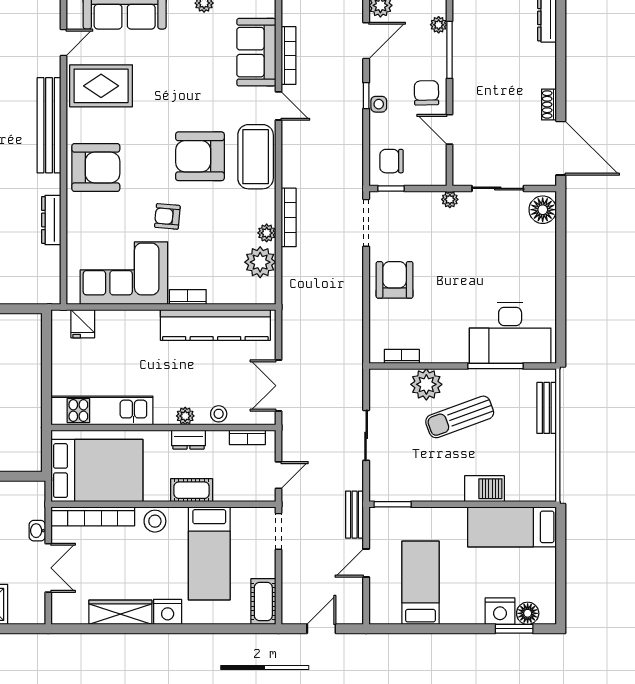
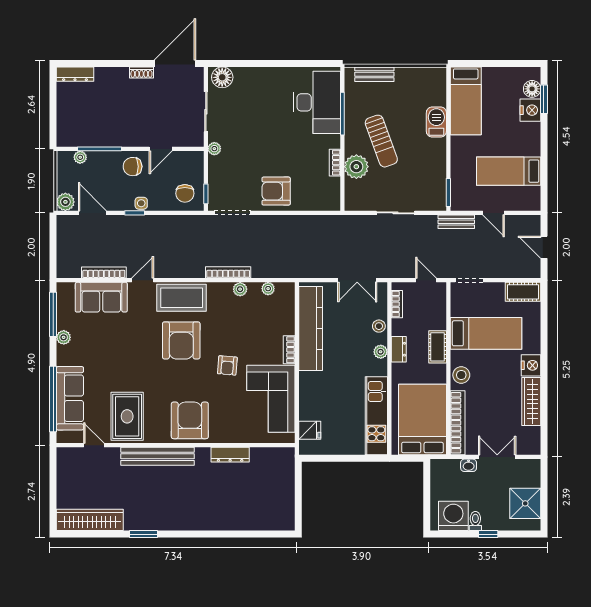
plant: (260, 262) -> (268, 289), width x0.53, depth x0.53
bookcase: (402, 356) -> (335, 163), moved

